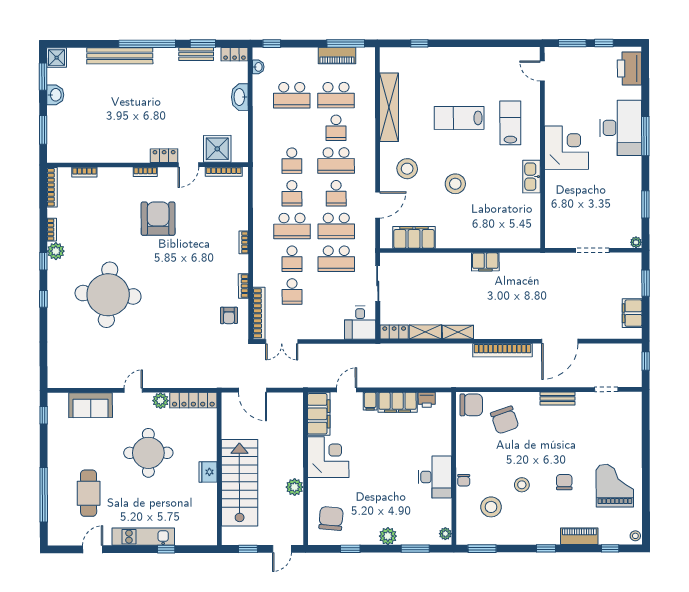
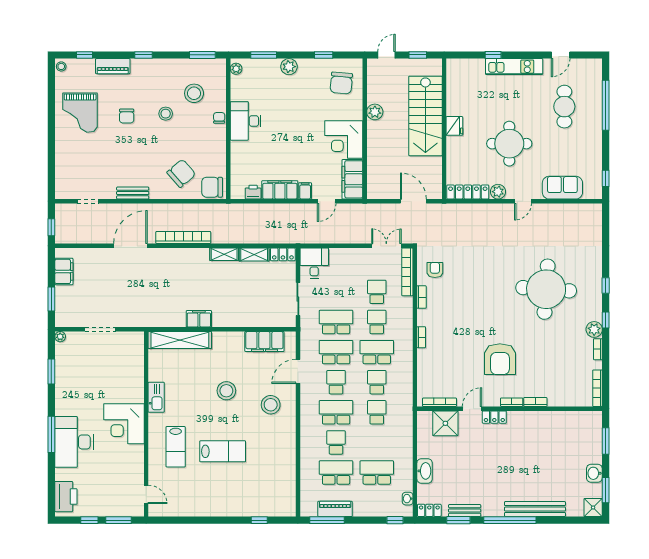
shelving: (389, 107) -> (180, 340), moved, turned 90
bookcase: (84, 172) -> (535, 402), moved
chair: (505, 420) -> (181, 173), turned 68

